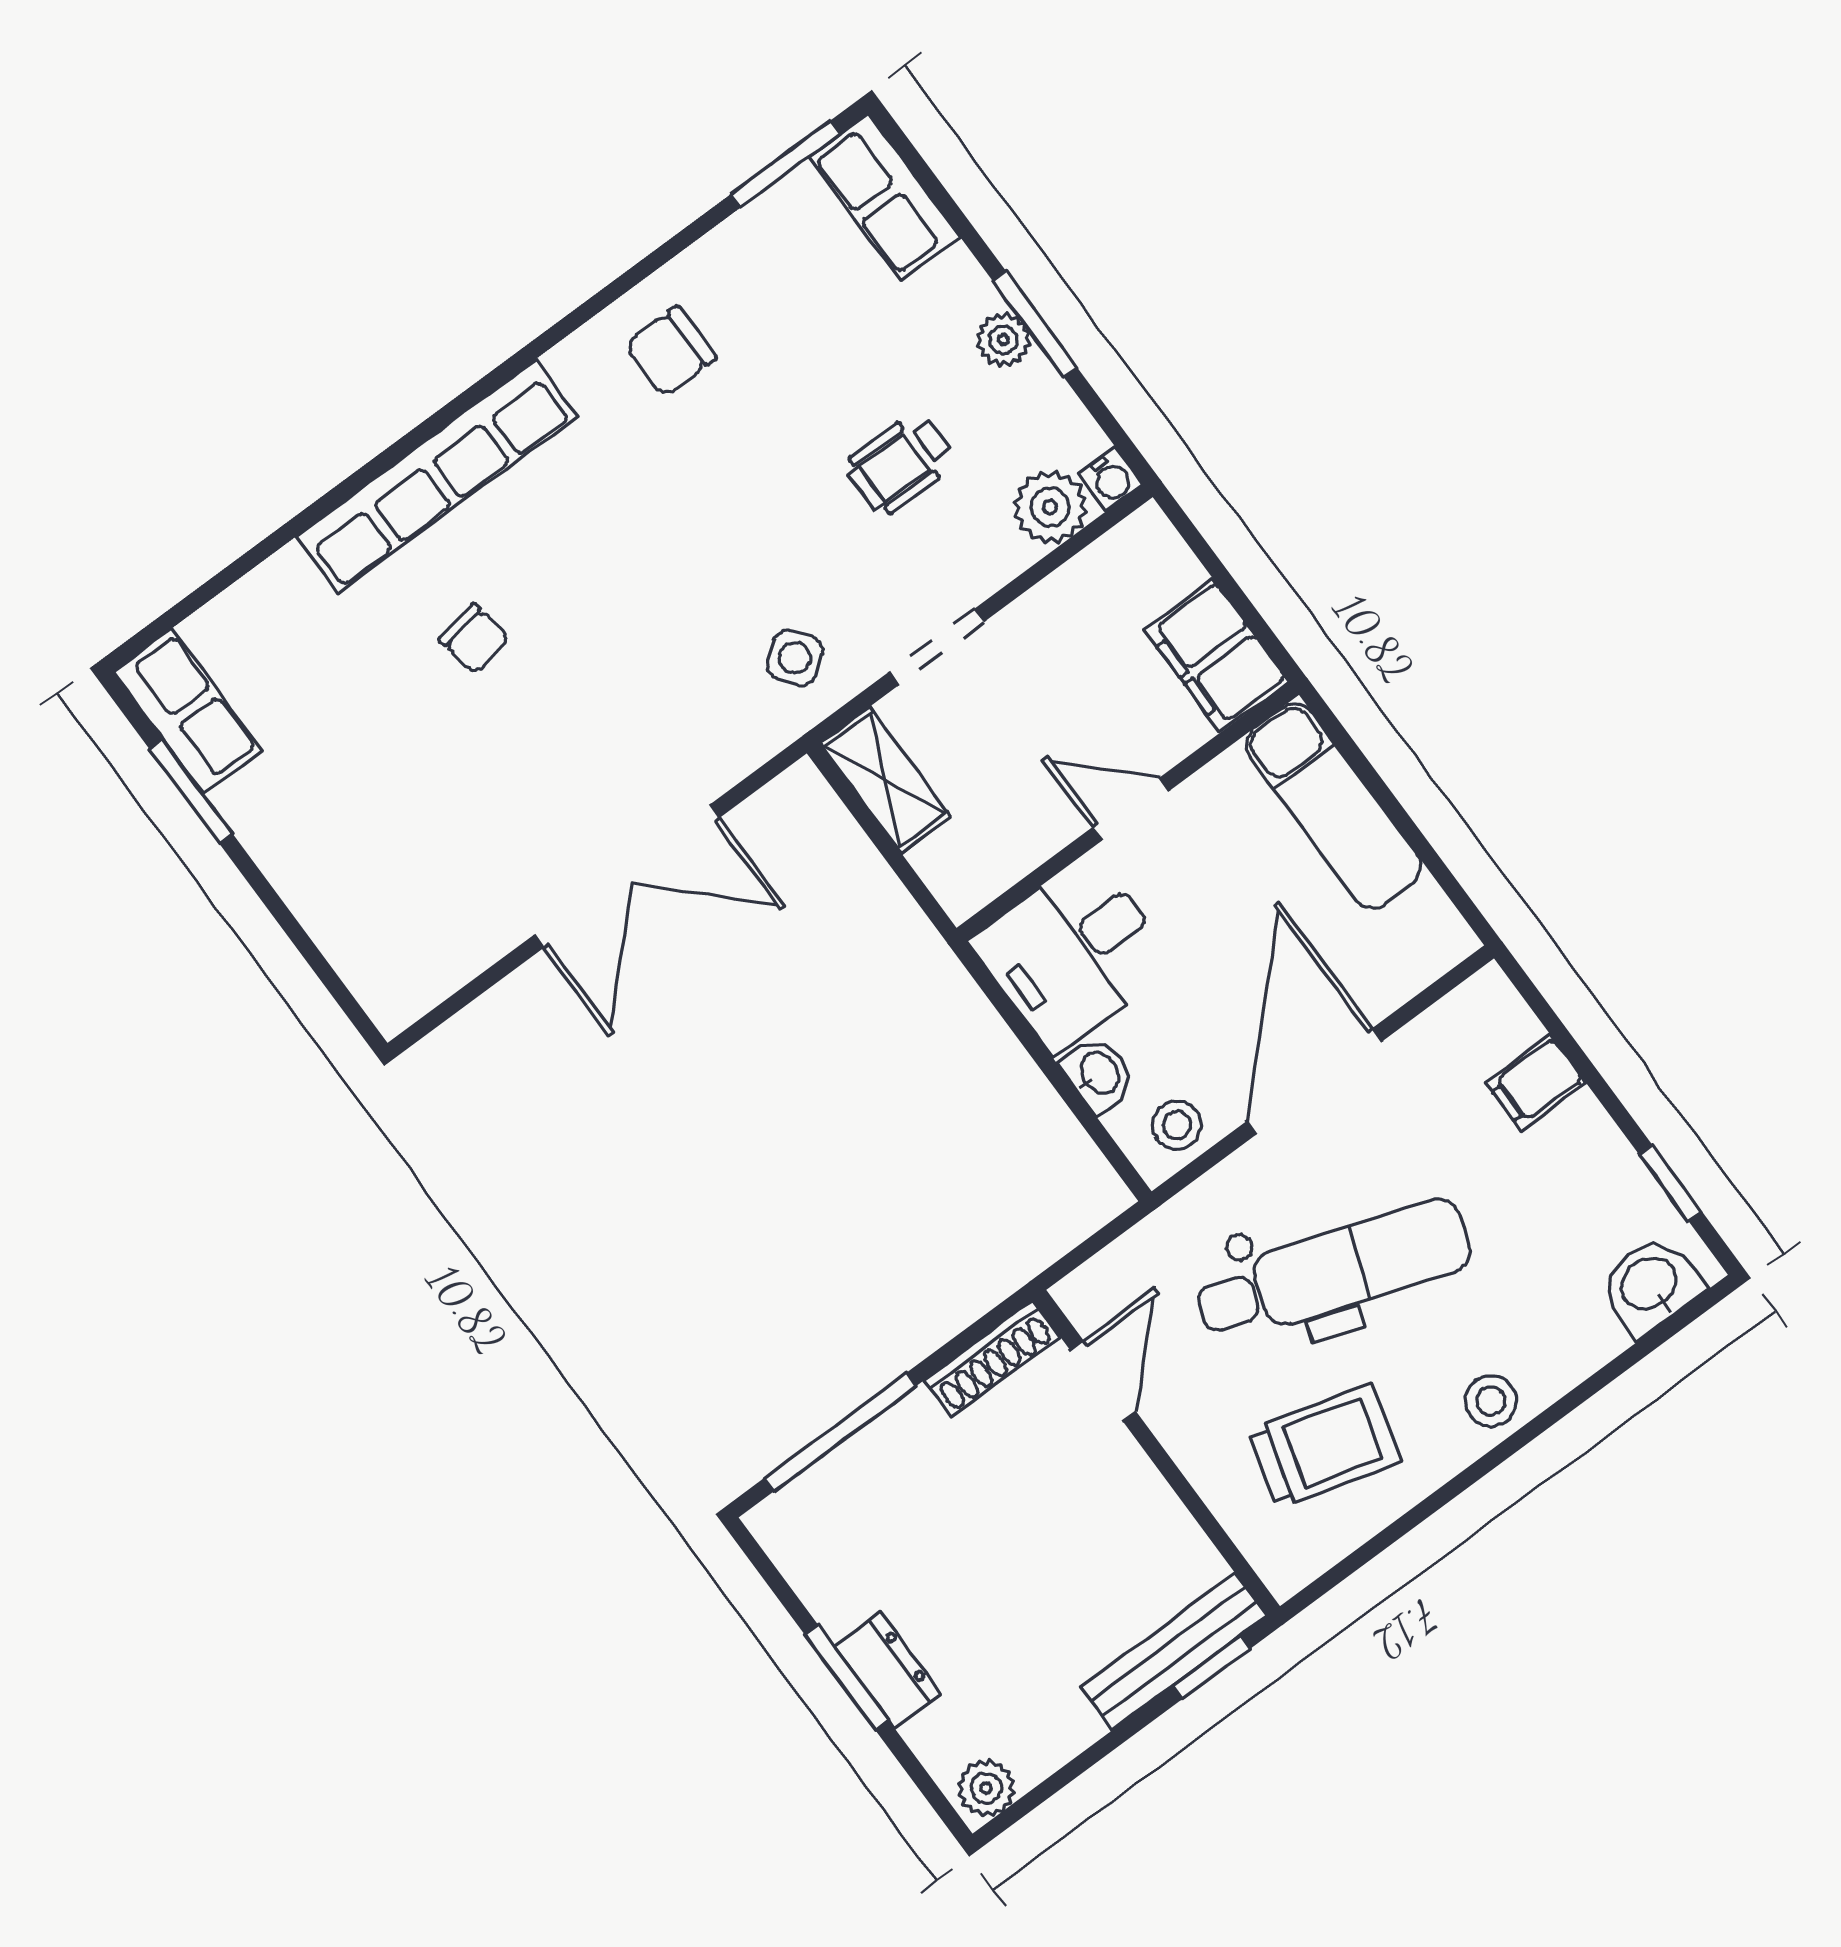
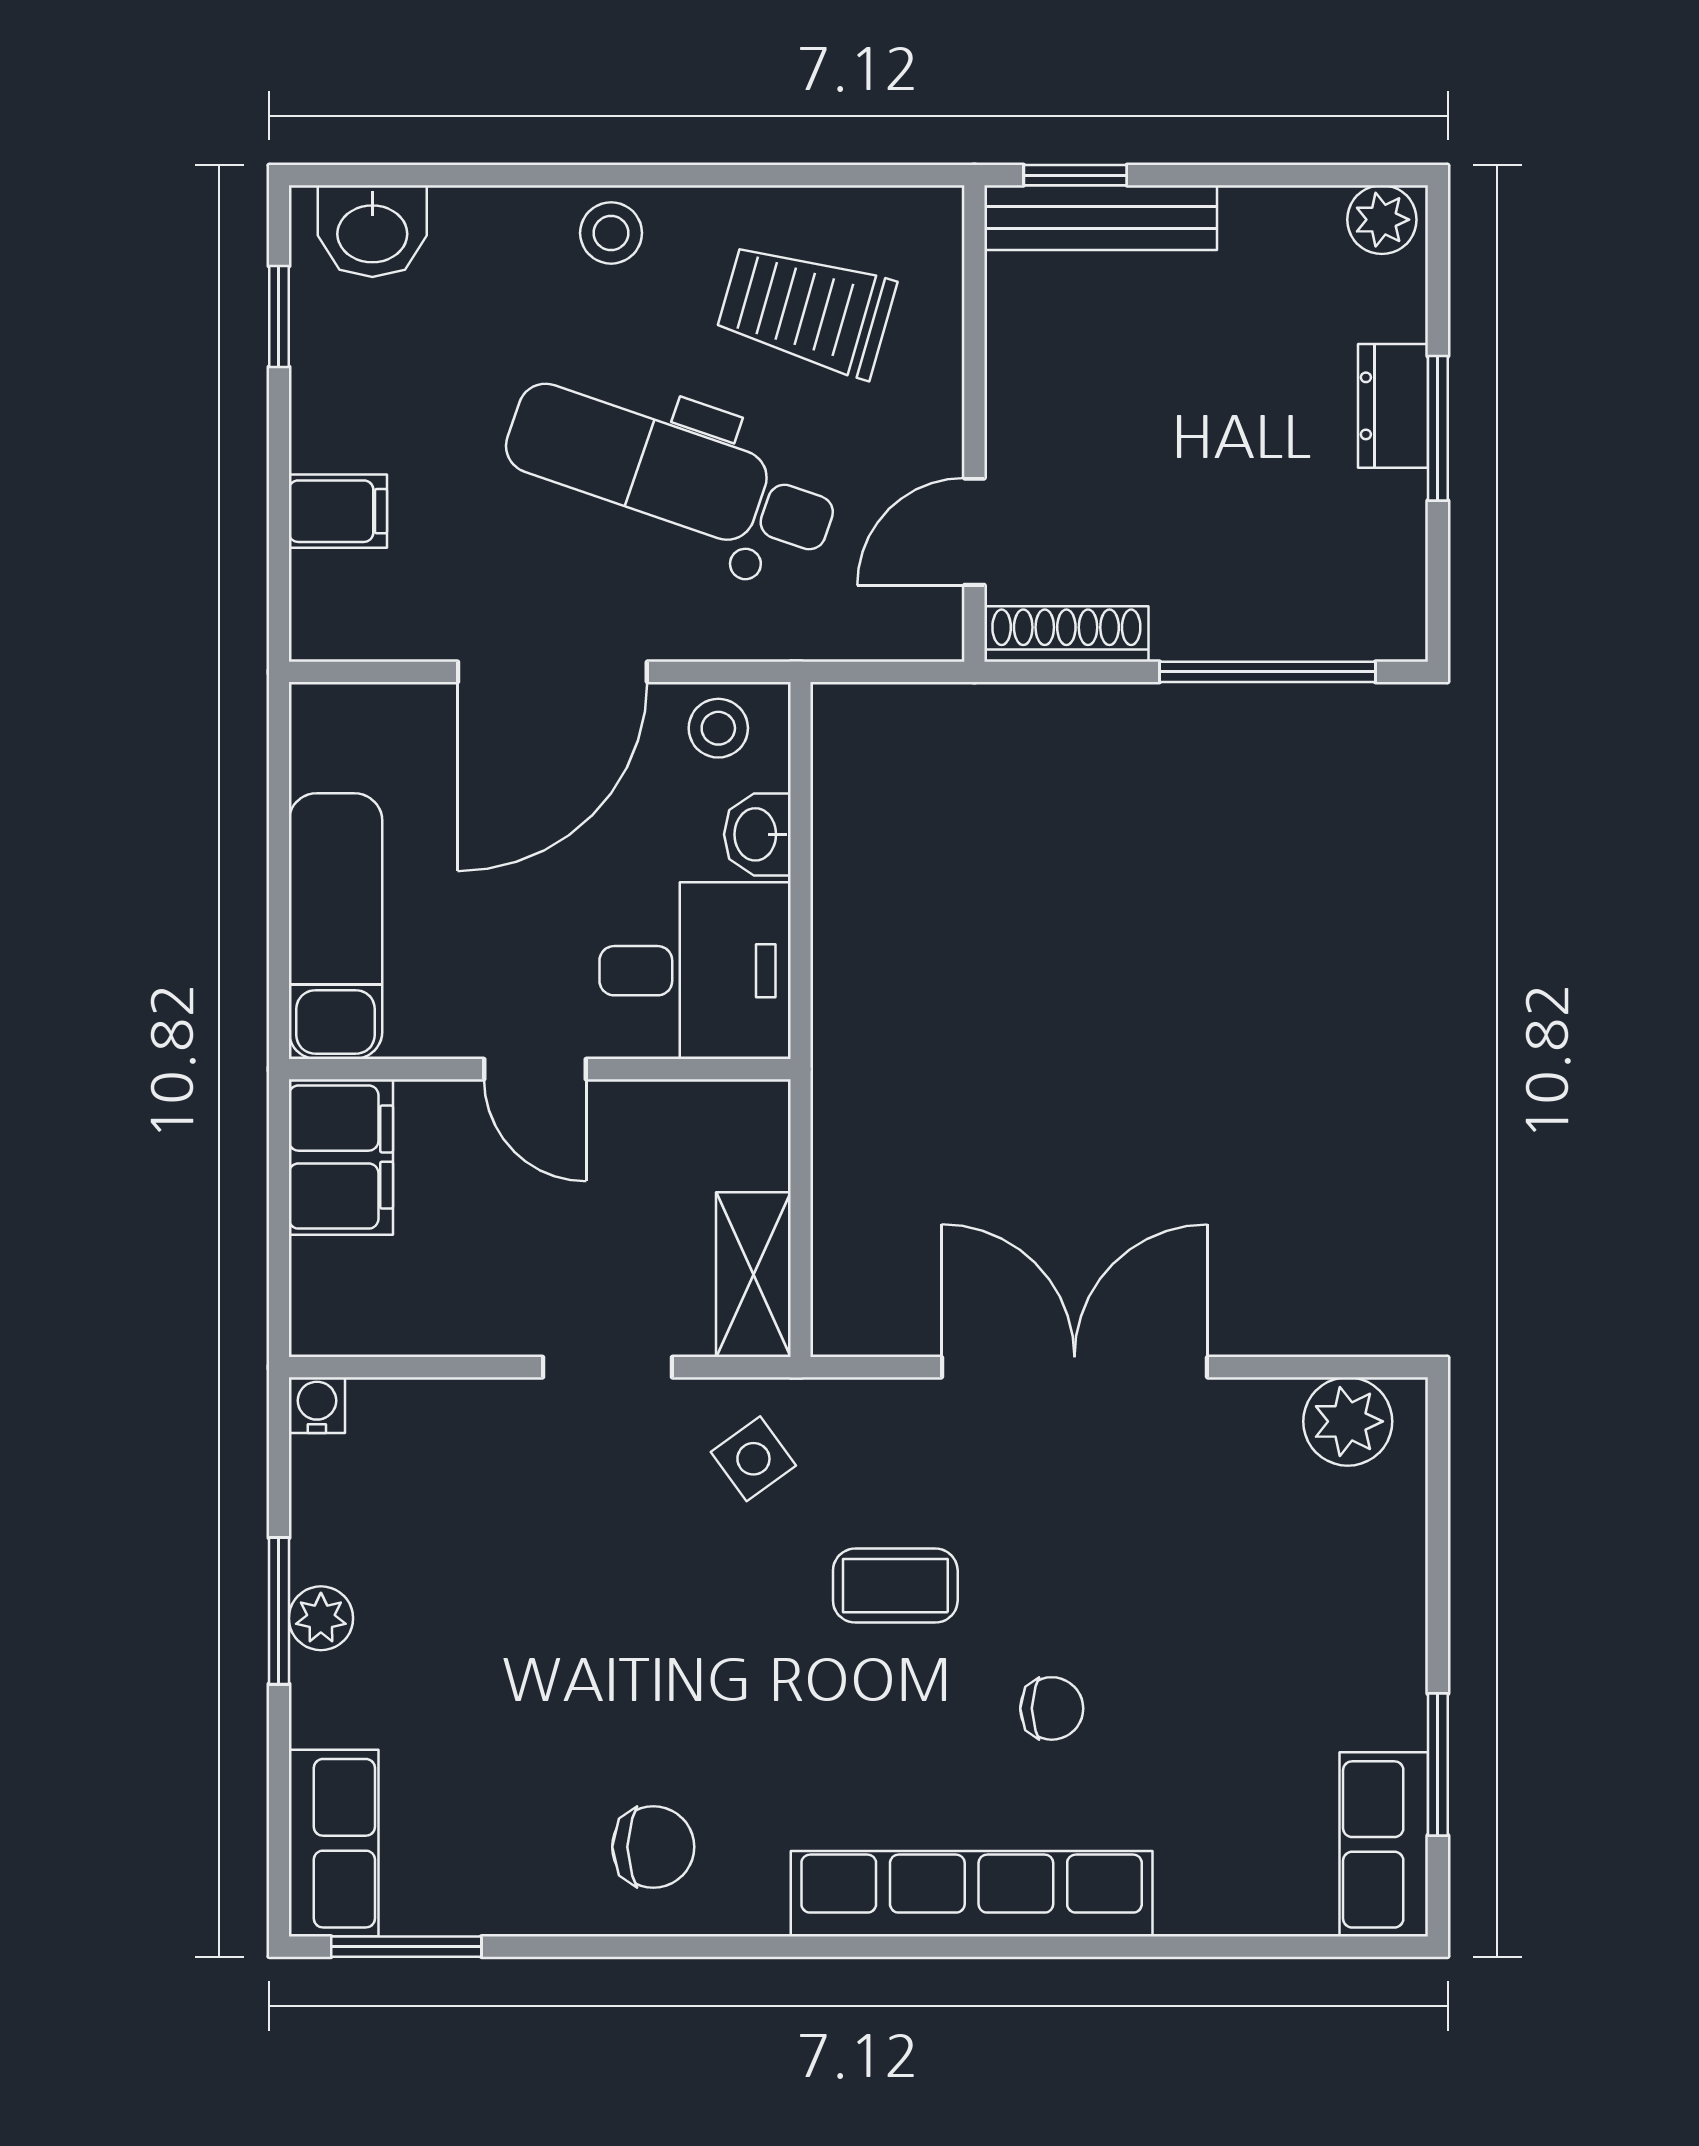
wheelchair: (900, 464) -> (511, 1572), removed
plant: (1050, 507) -> (1348, 1421), moved
chair: (474, 639) -> (1052, 1708), turned 100
coffee table: (638, 643) -> (895, 1586), added

